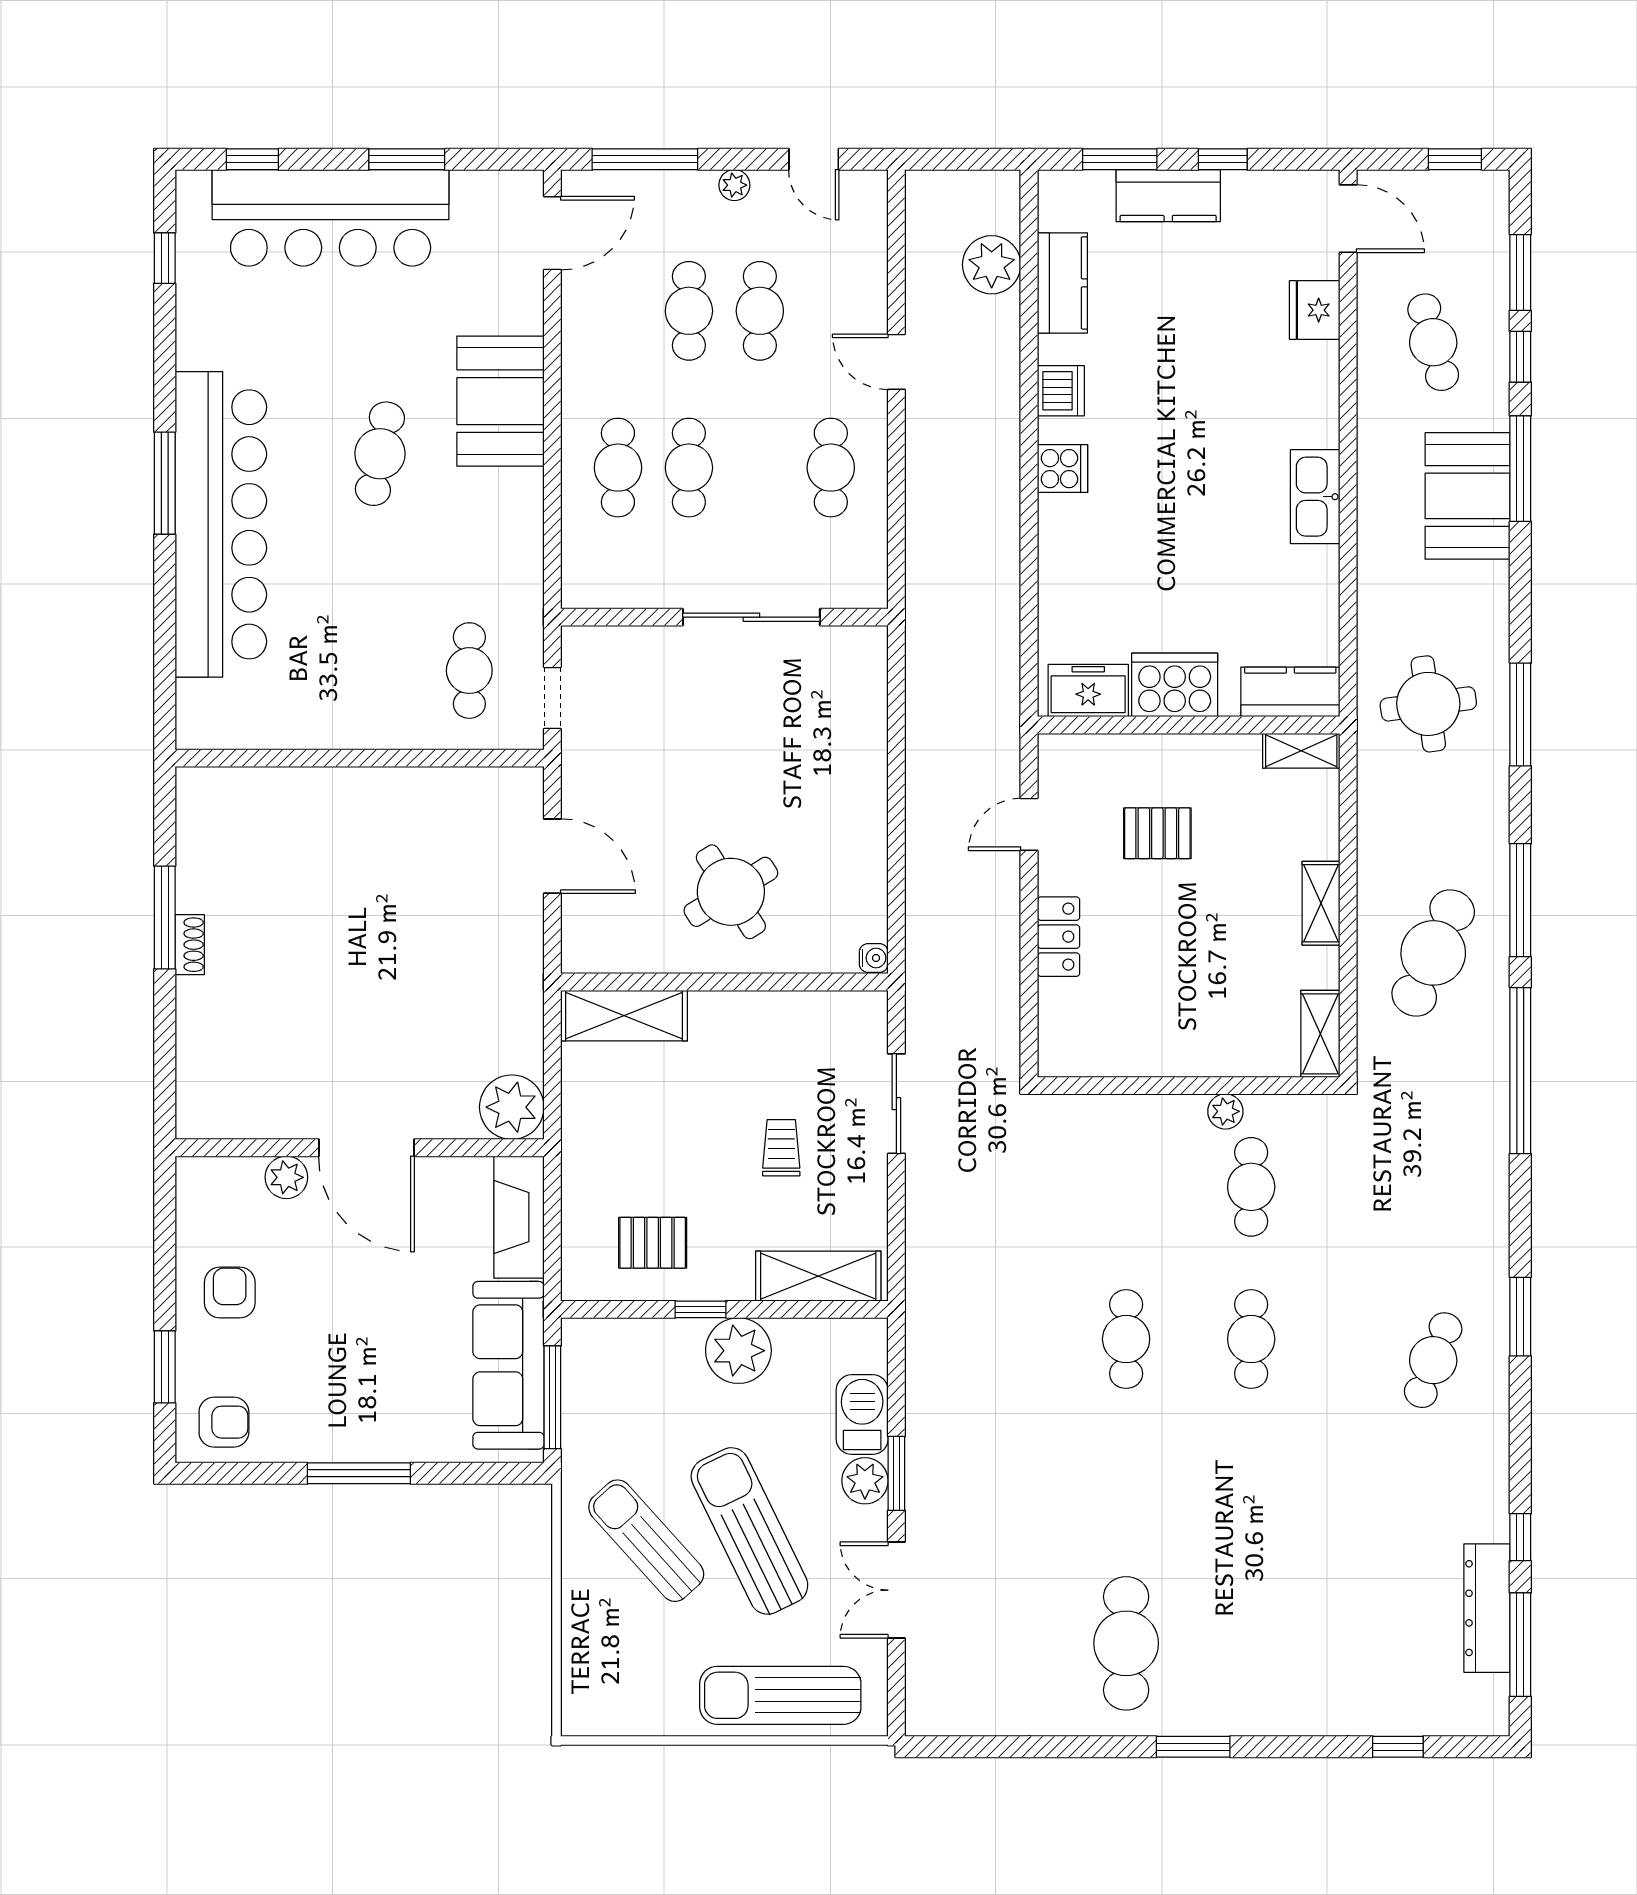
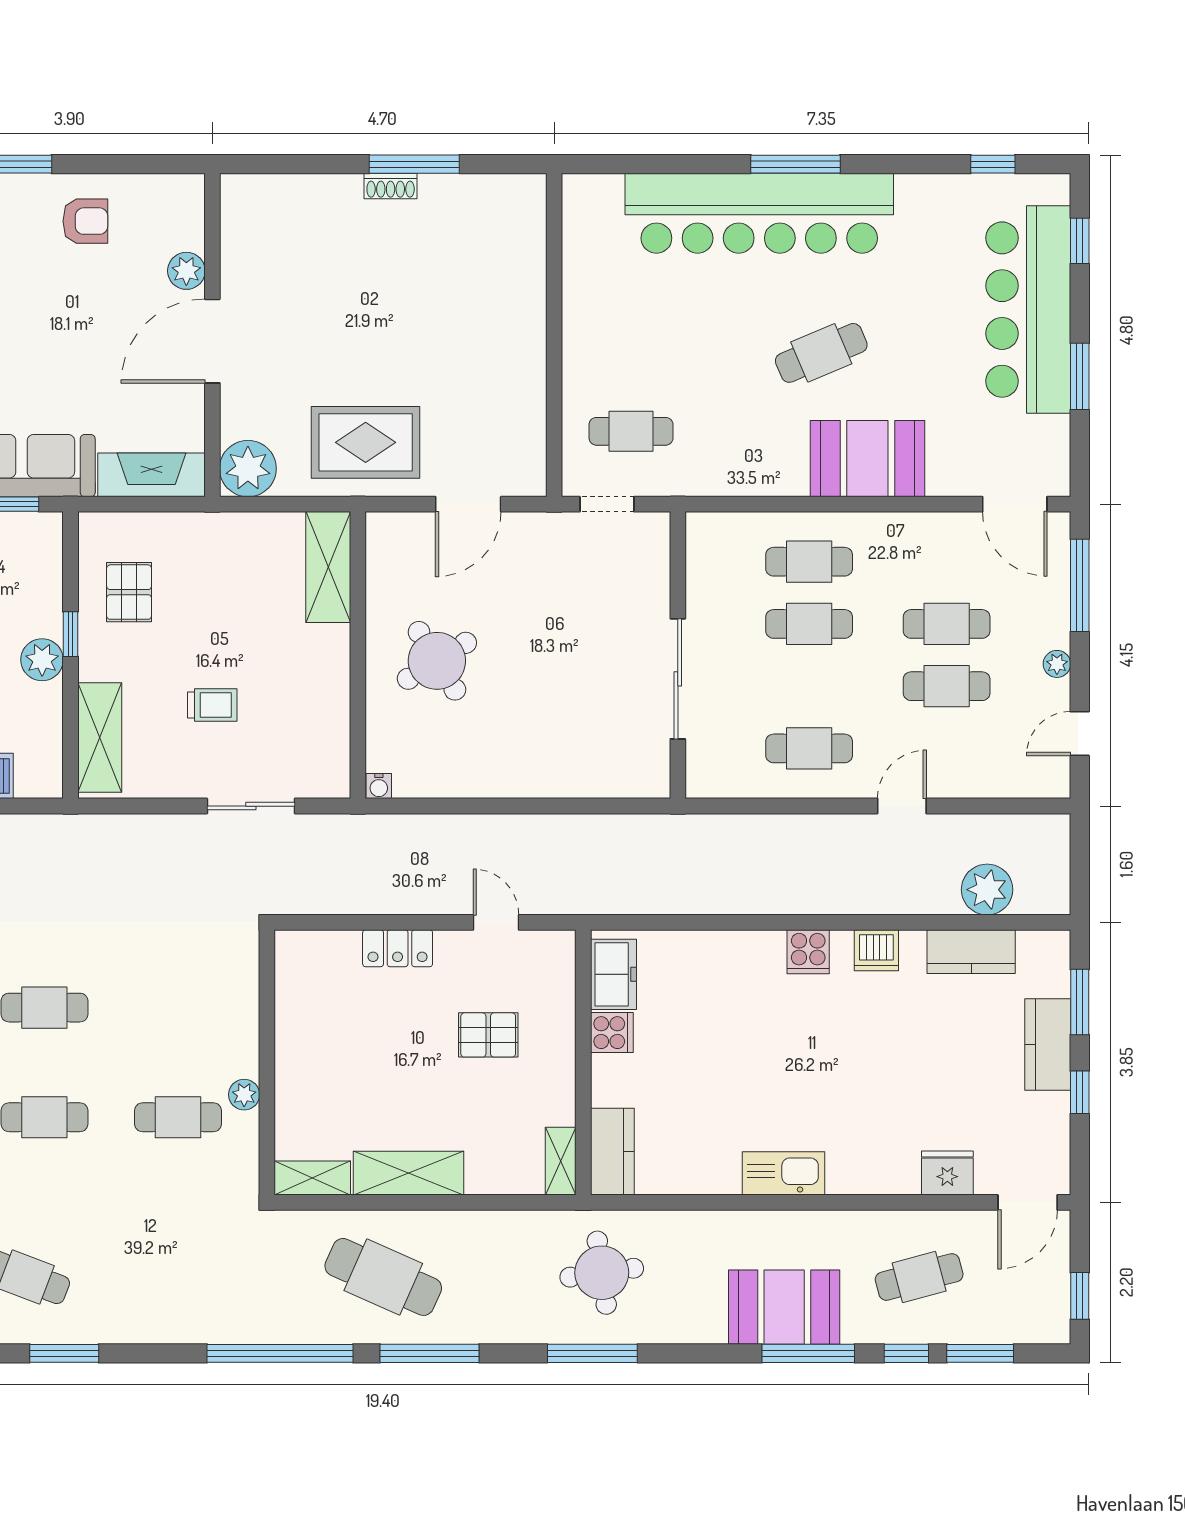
cafe table: (380, 454) -> (821, 353), turned -34
cooker: (1175, 685) -> (612, 1033), width x0.53, depth x0.76
pallet: (1157, 833) -> (488, 1035), turned 90
shelving: (1321, 903) -> (409, 1173), width x1.50, depth x1.33
rug: (482, 973) -> (366, 442), added
plant: (738, 1351) -> (42, 660), width x0.73, depth x0.73

